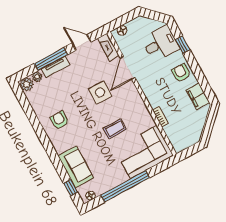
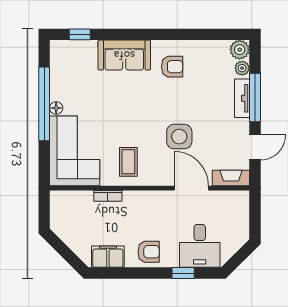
floor lamp: (122, 30) -> (243, 206), removed
coffee table: (115, 129) -> (128, 162), moved
sofa: (76, 167) -> (124, 55), moved
floor lamp: (91, 196) -> (56, 108), moved

